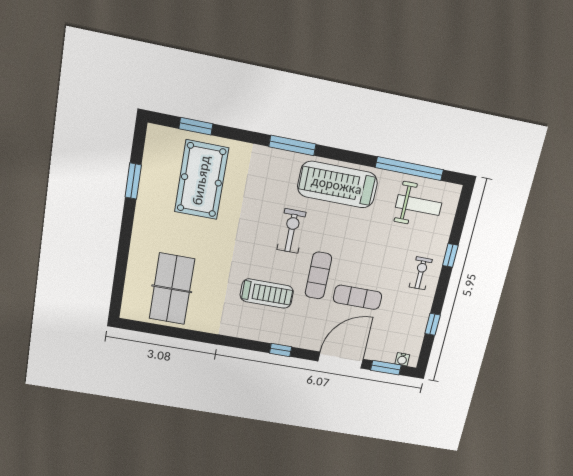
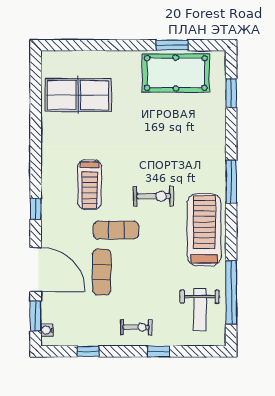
pool table: (201, 180) -> (176, 73), moved

